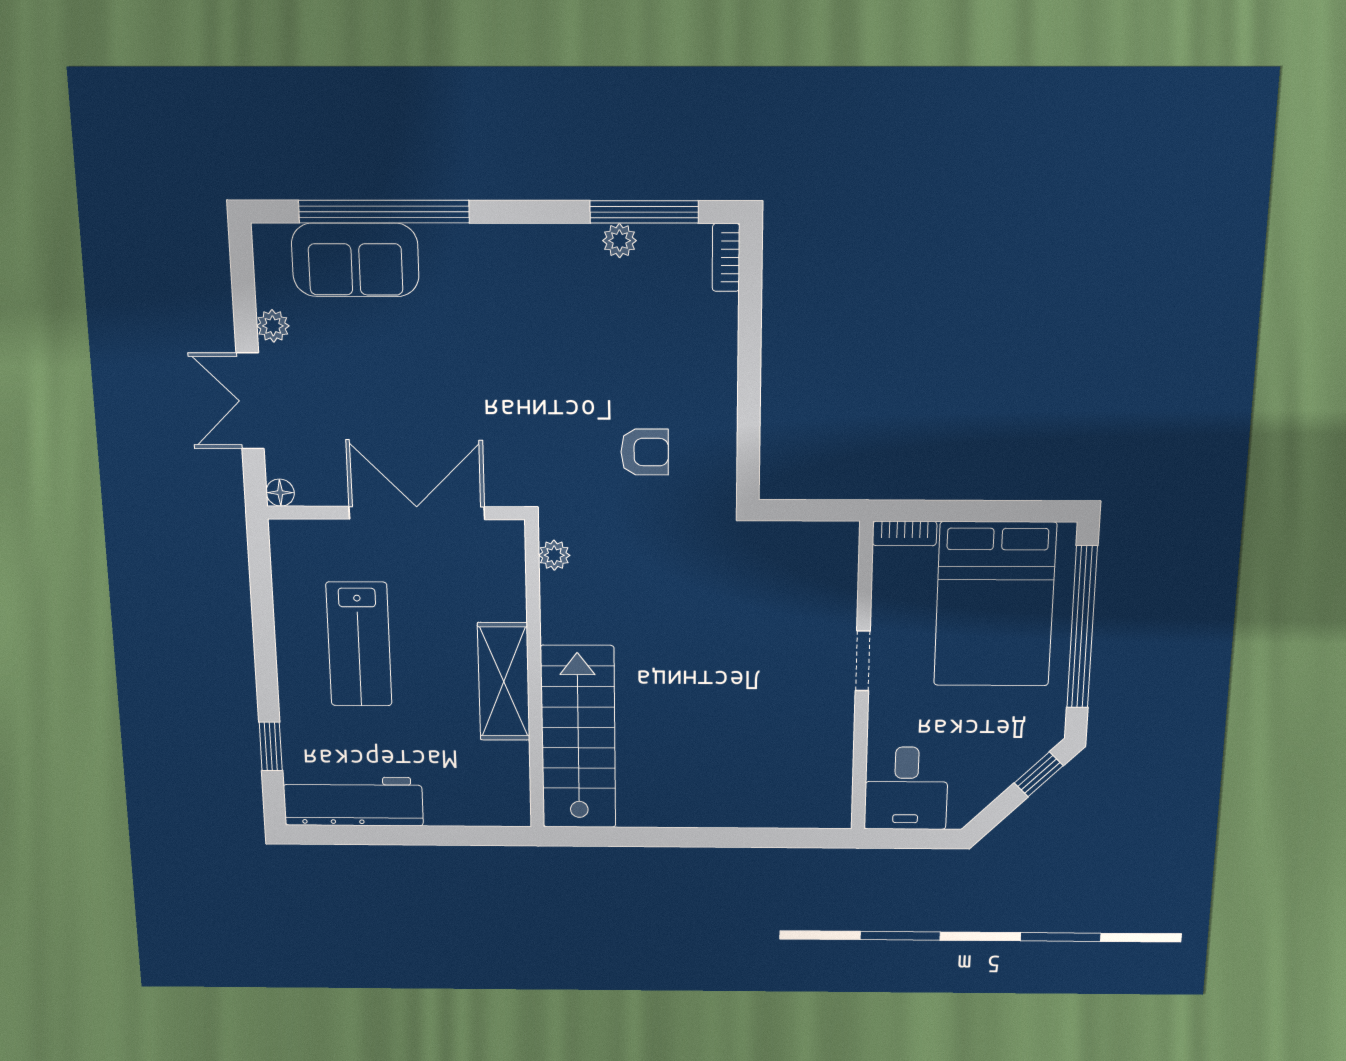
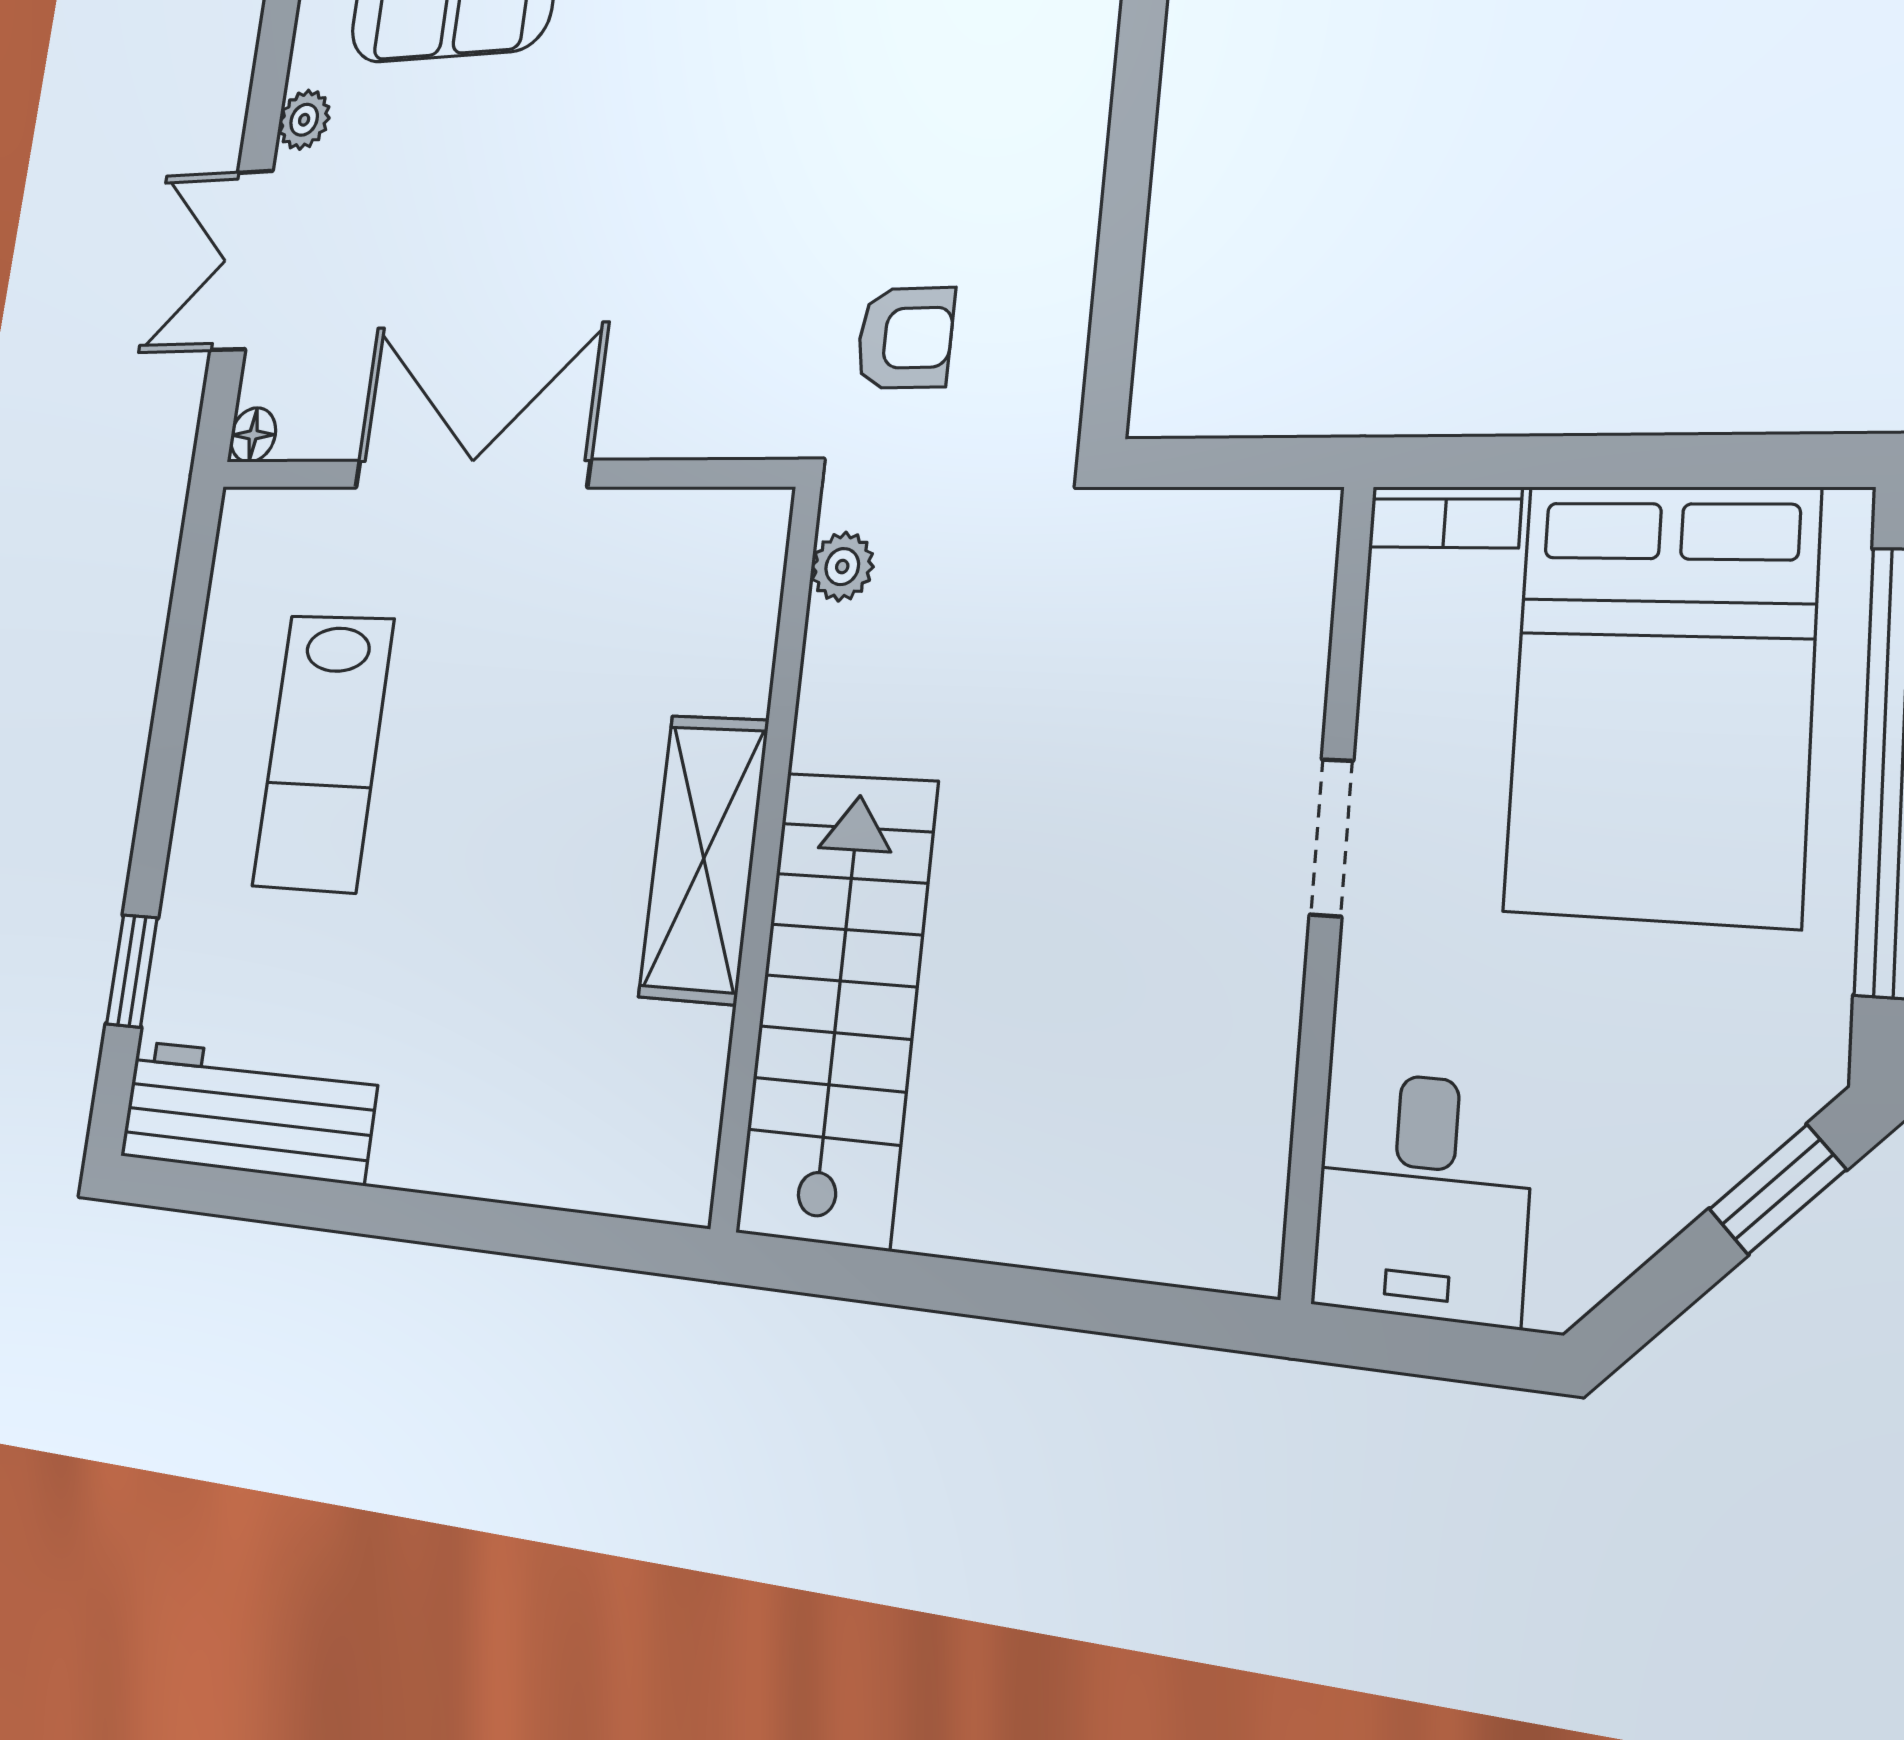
plant: (554, 555) -> (842, 567), moved
wall: (535, 677) -> (767, 850), moved
shelving: (504, 682) -> (704, 858), moved
stairs: (578, 737) -> (837, 1006), moved

